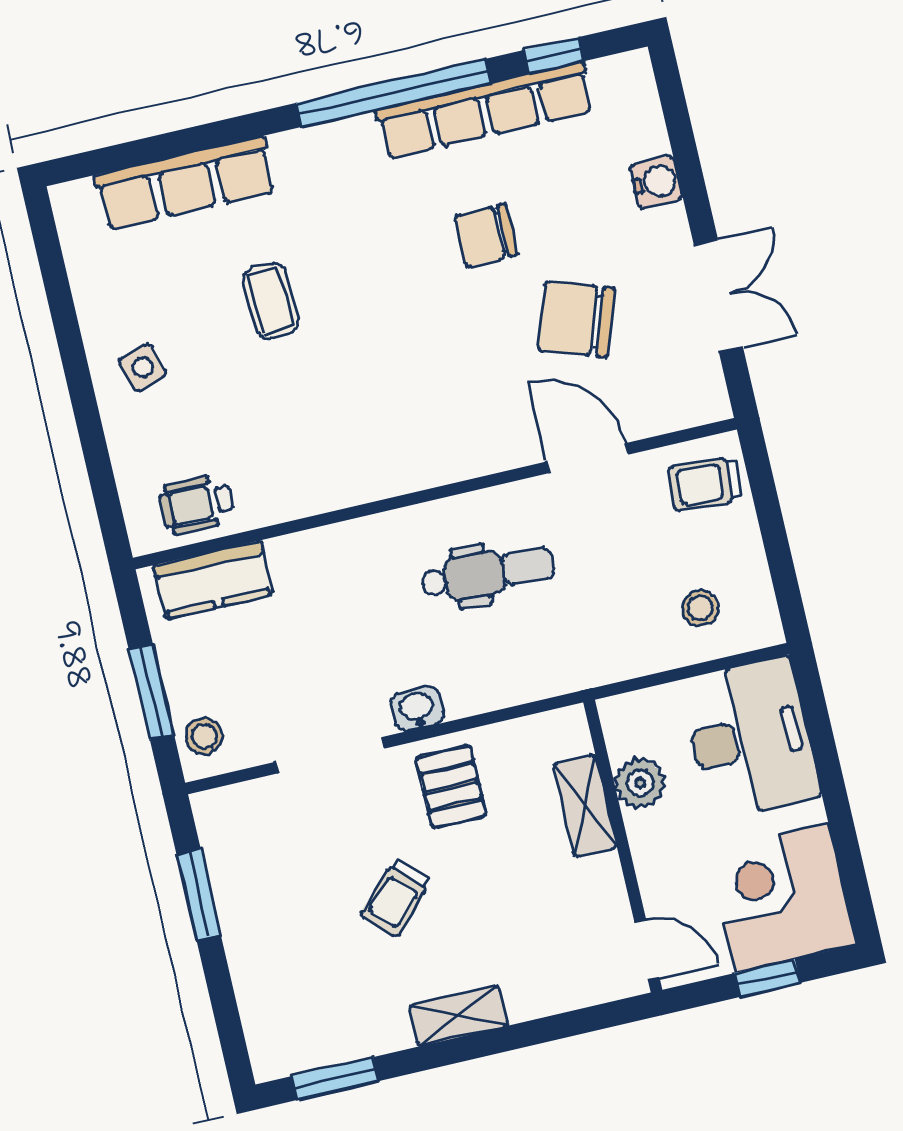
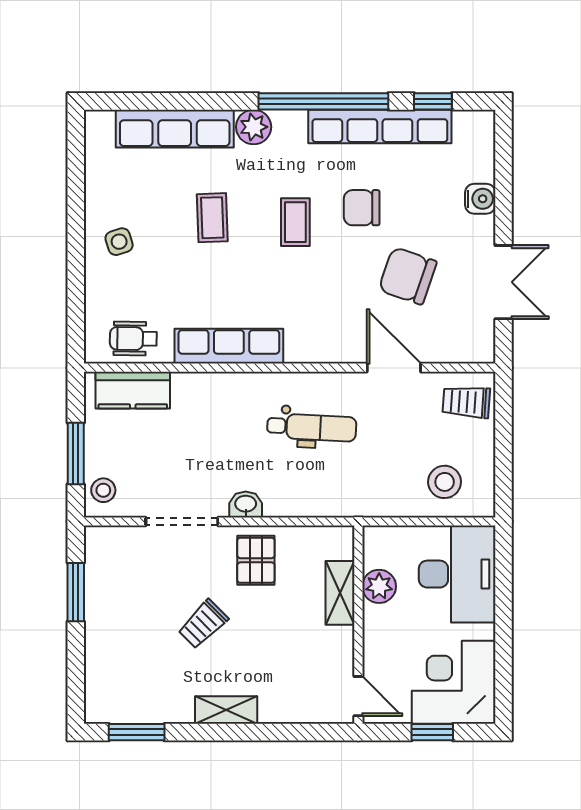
plant: (300, 154) -> (254, 127), added
coffee table: (394, 279) -> (295, 222), added
row of seats: (339, 483) -> (229, 346), added
stool: (700, 608) -> (445, 482), width x1.37, depth x1.37

